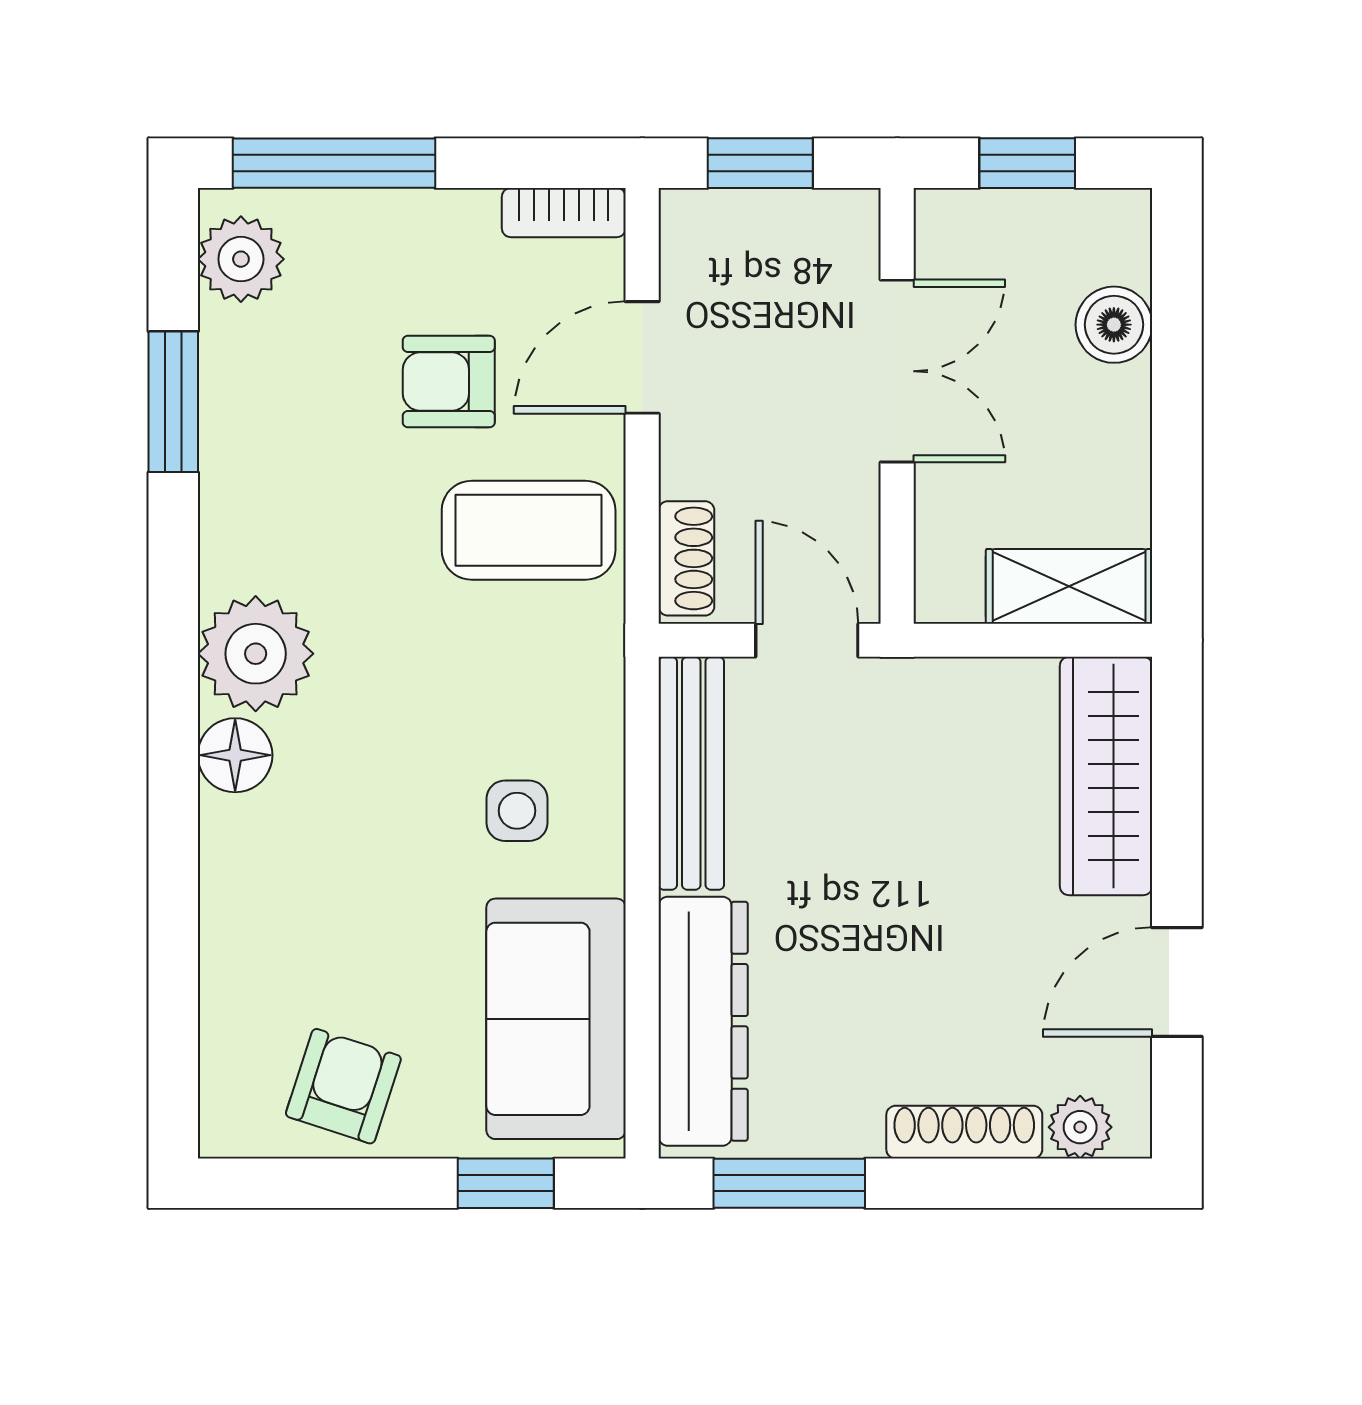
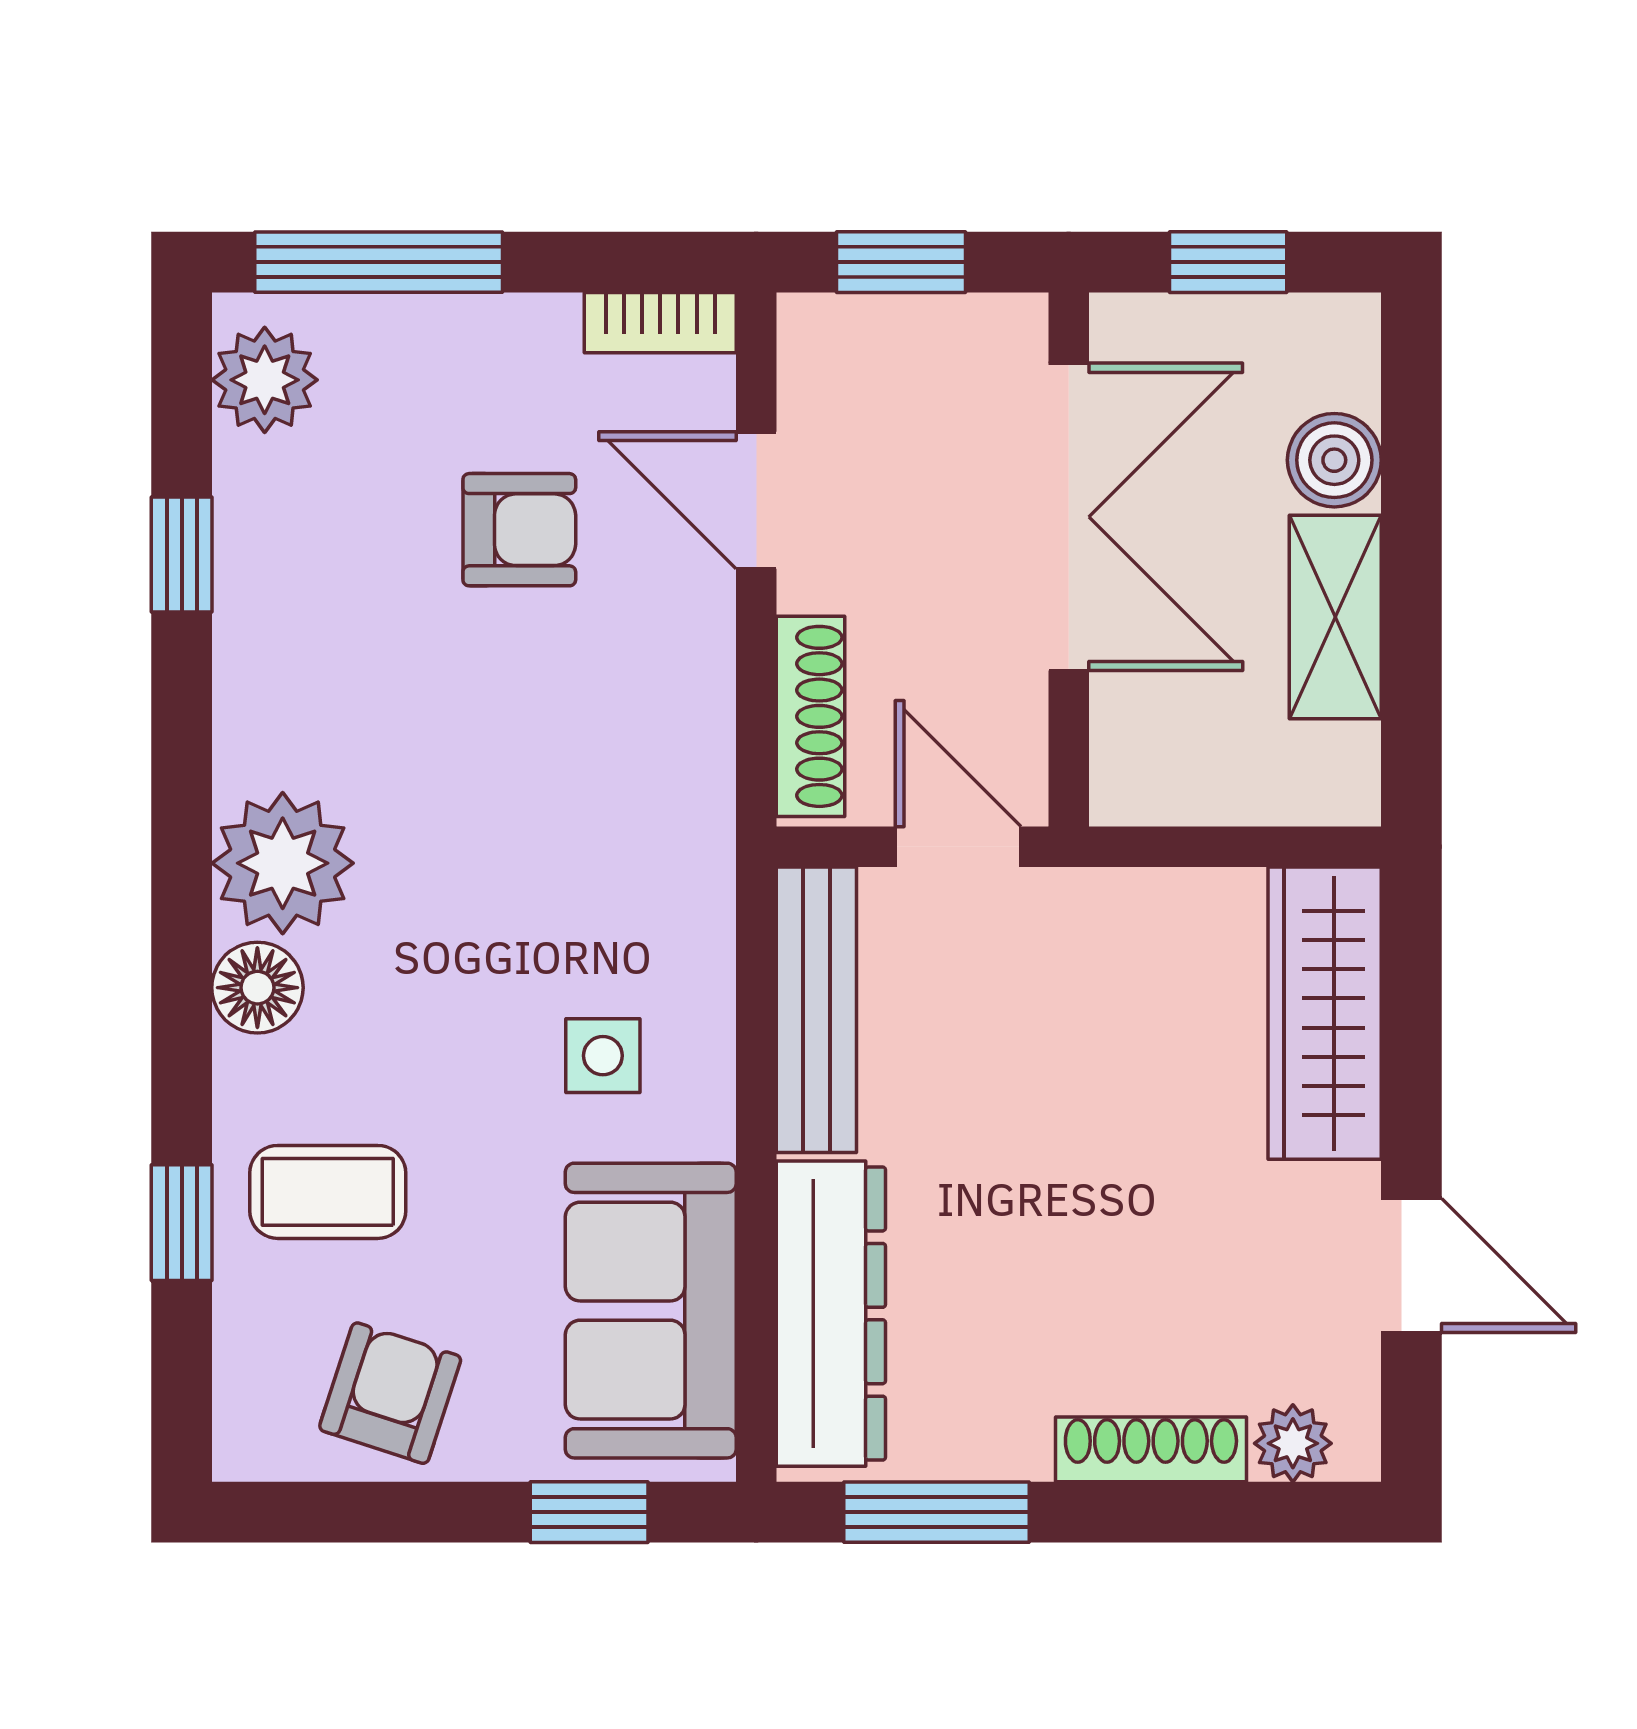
door: (642, 358) -> (756, 500), hinge flipped
double door: (897, 371) -> (1069, 517), width x1.37
armchair: (449, 382) -> (519, 530), turned 180
window: (173, 402) -> (182, 555), width x0.67
coffee table: (529, 530) -> (328, 1192), moved, width x0.73, depth x0.77
shoe rack: (686, 558) -> (810, 716), width x1.43
shelving: (1069, 586) -> (1335, 617), moved, turned 90
window: (173, 947) -> (182, 1223), added
door: (1177, 982) -> (1411, 1265), swing flipped

